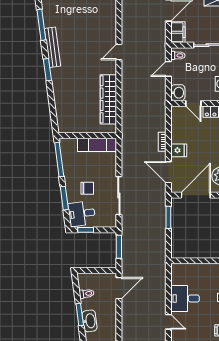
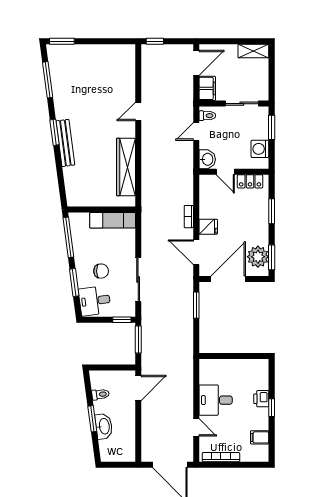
bench: (52, 47) -> (65, 143), moved
window: (86, 230) -> (122, 320), moved

